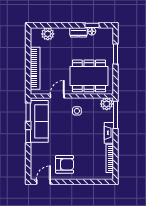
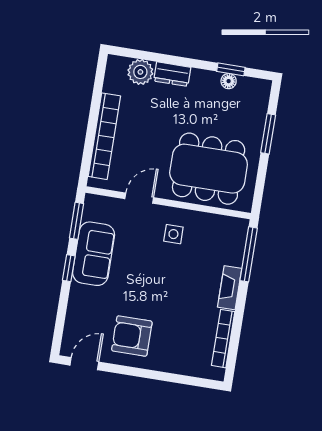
dresser: (79, 32) -> (172, 74), moved
plant: (107, 104) -> (235, 230), removed
sofa: (39, 121) -> (94, 254), width x0.73
armchair: (65, 164) -> (132, 336), turned 180

